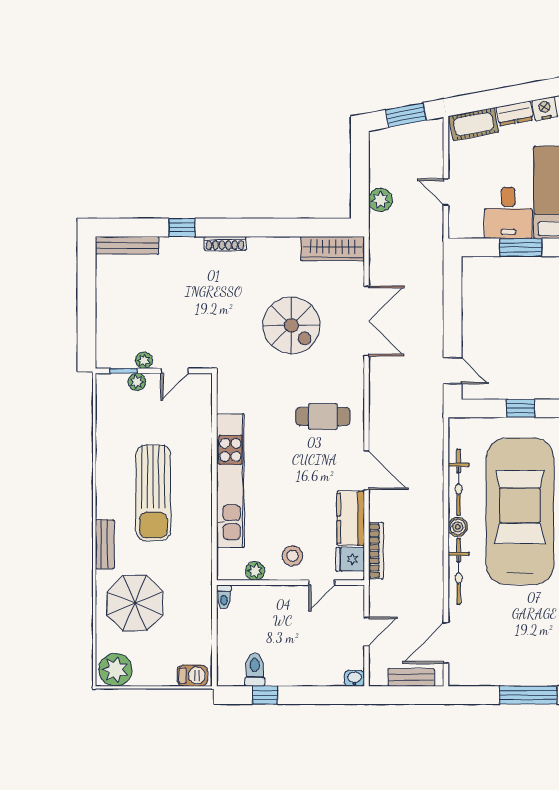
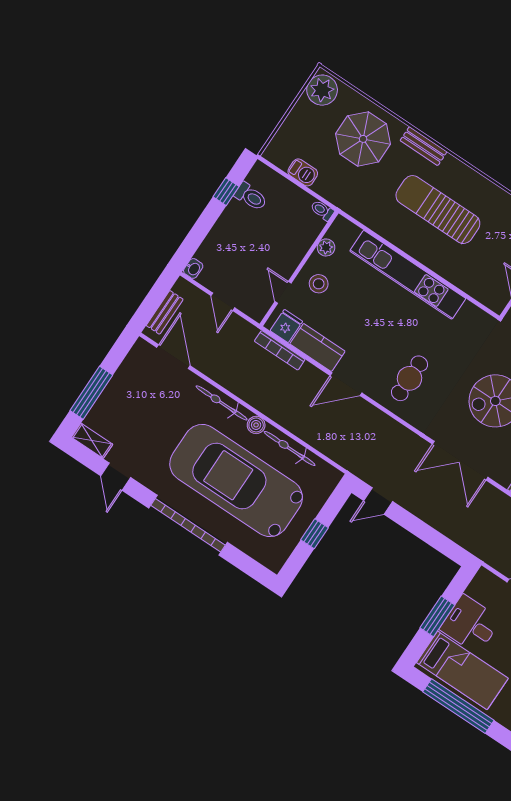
car: (520, 511) -> (236, 481), turned 180
barbecue: (192, 676) -> (303, 172), moved, turned -90

